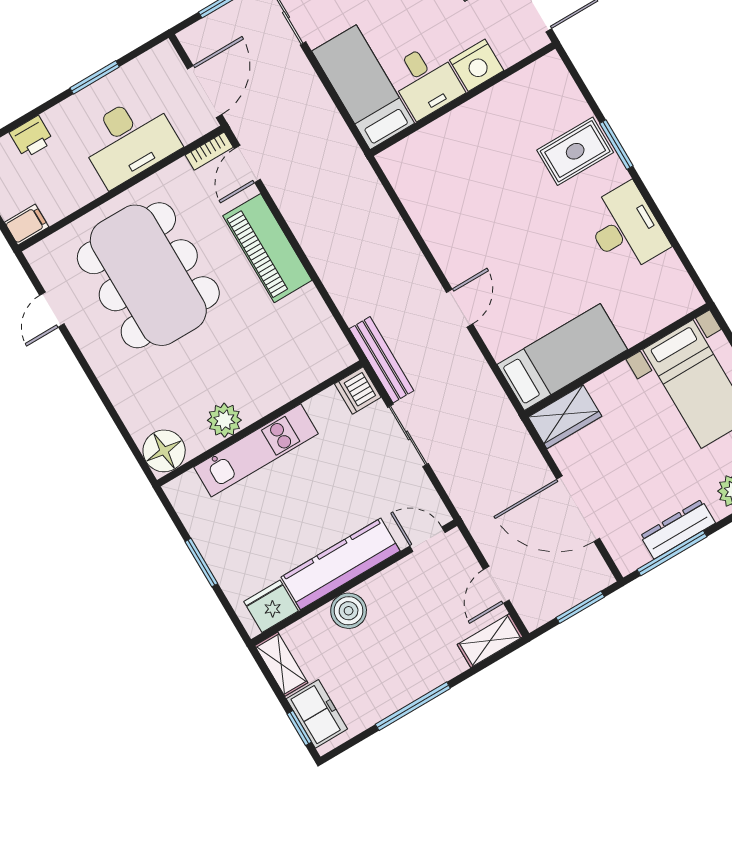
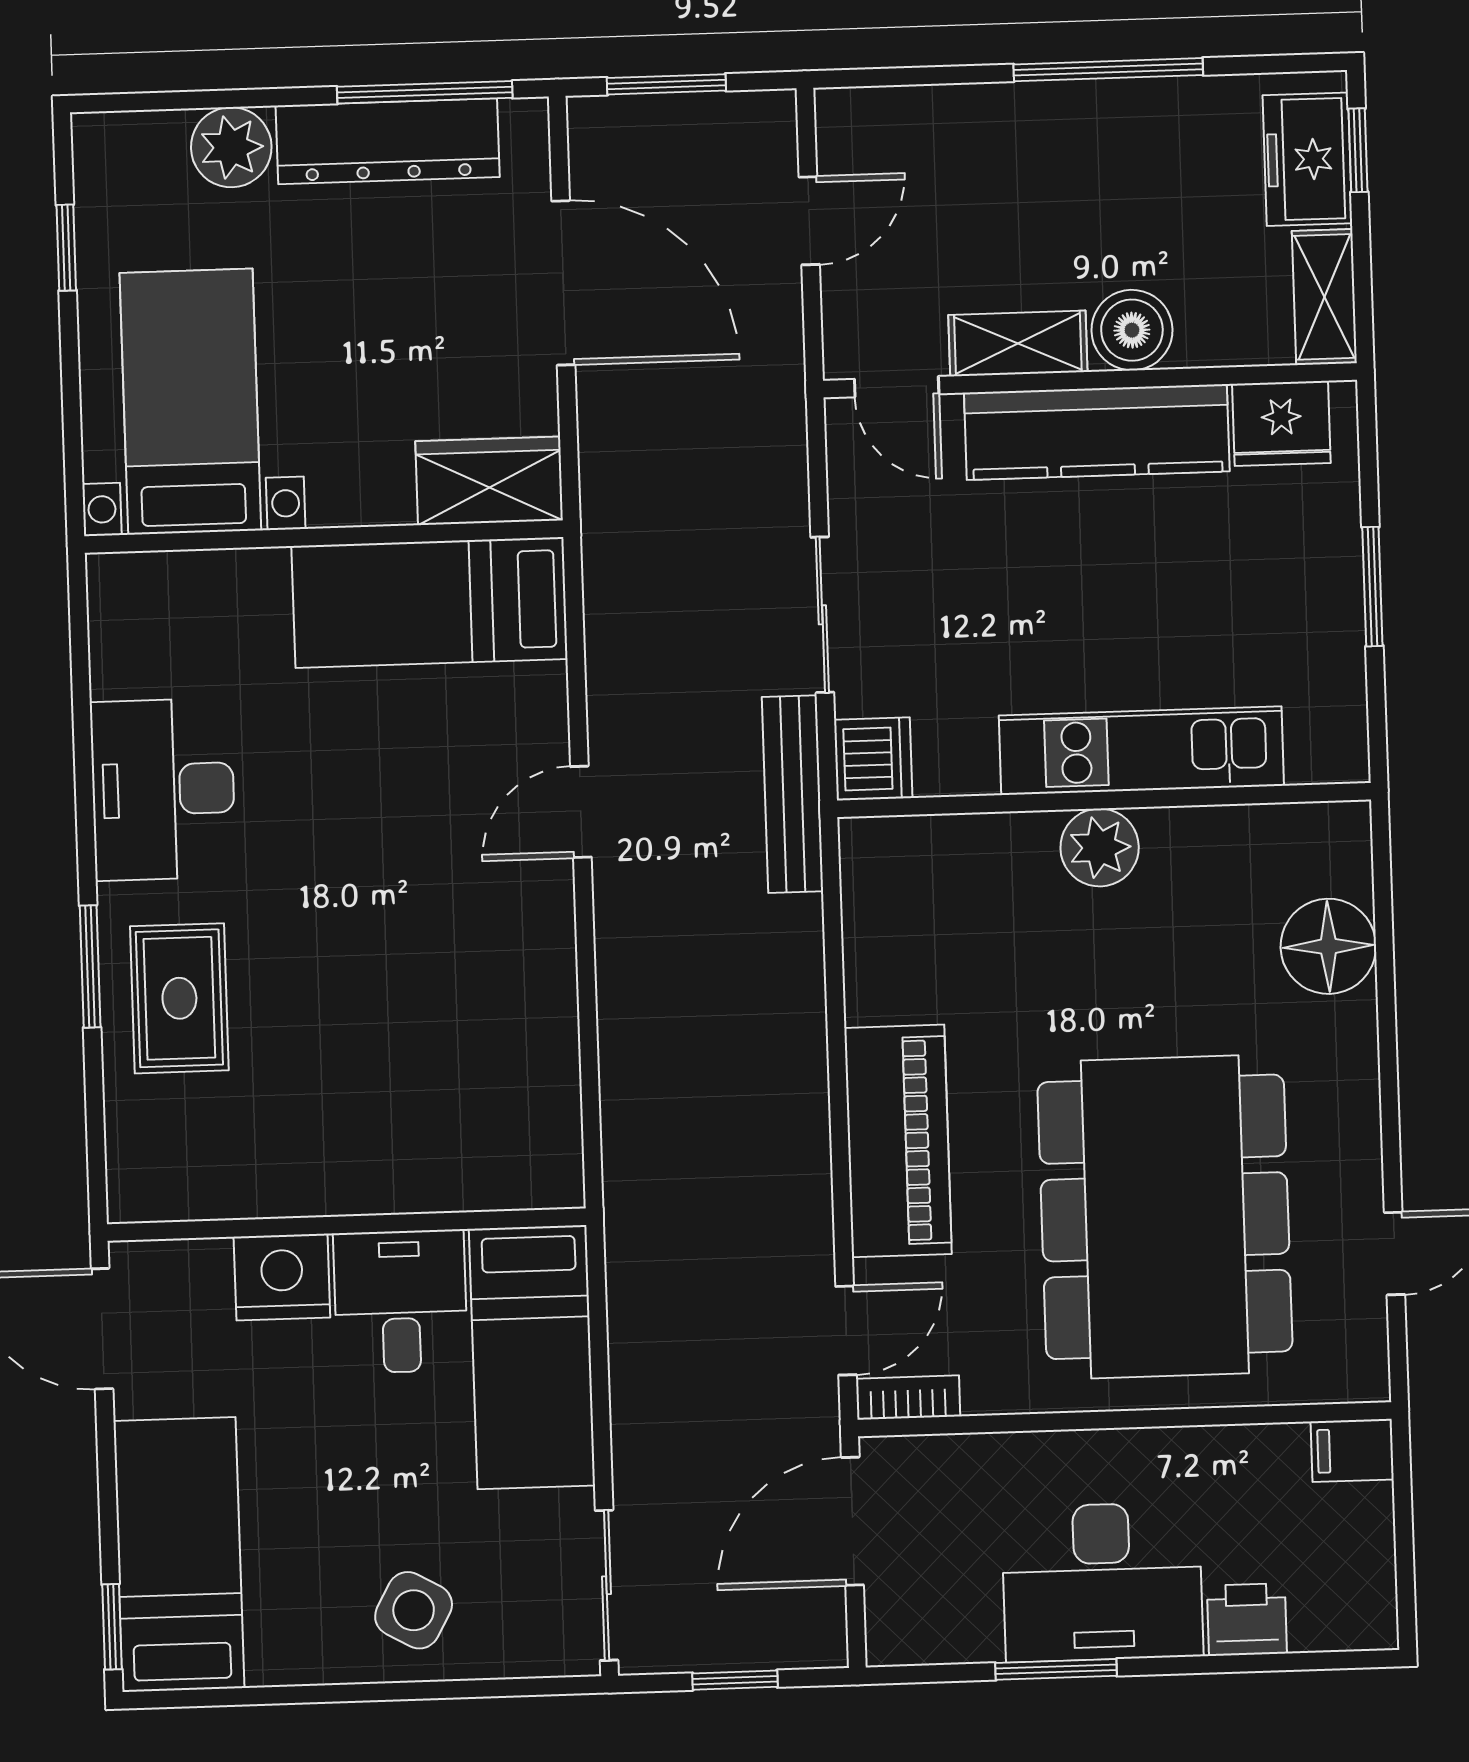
desk: (129, 140) -> (1102, 1582), moved, turned 180
rug: (575, 151) -> (179, 998), turned 90
plant: (224, 420) -> (1100, 847), moved
floor lamp: (164, 451) -> (1328, 946), moved
dresser: (678, 529) -> (388, 141), width x1.37, depth x1.24
shelving: (490, 641) -> (1018, 343), moved

